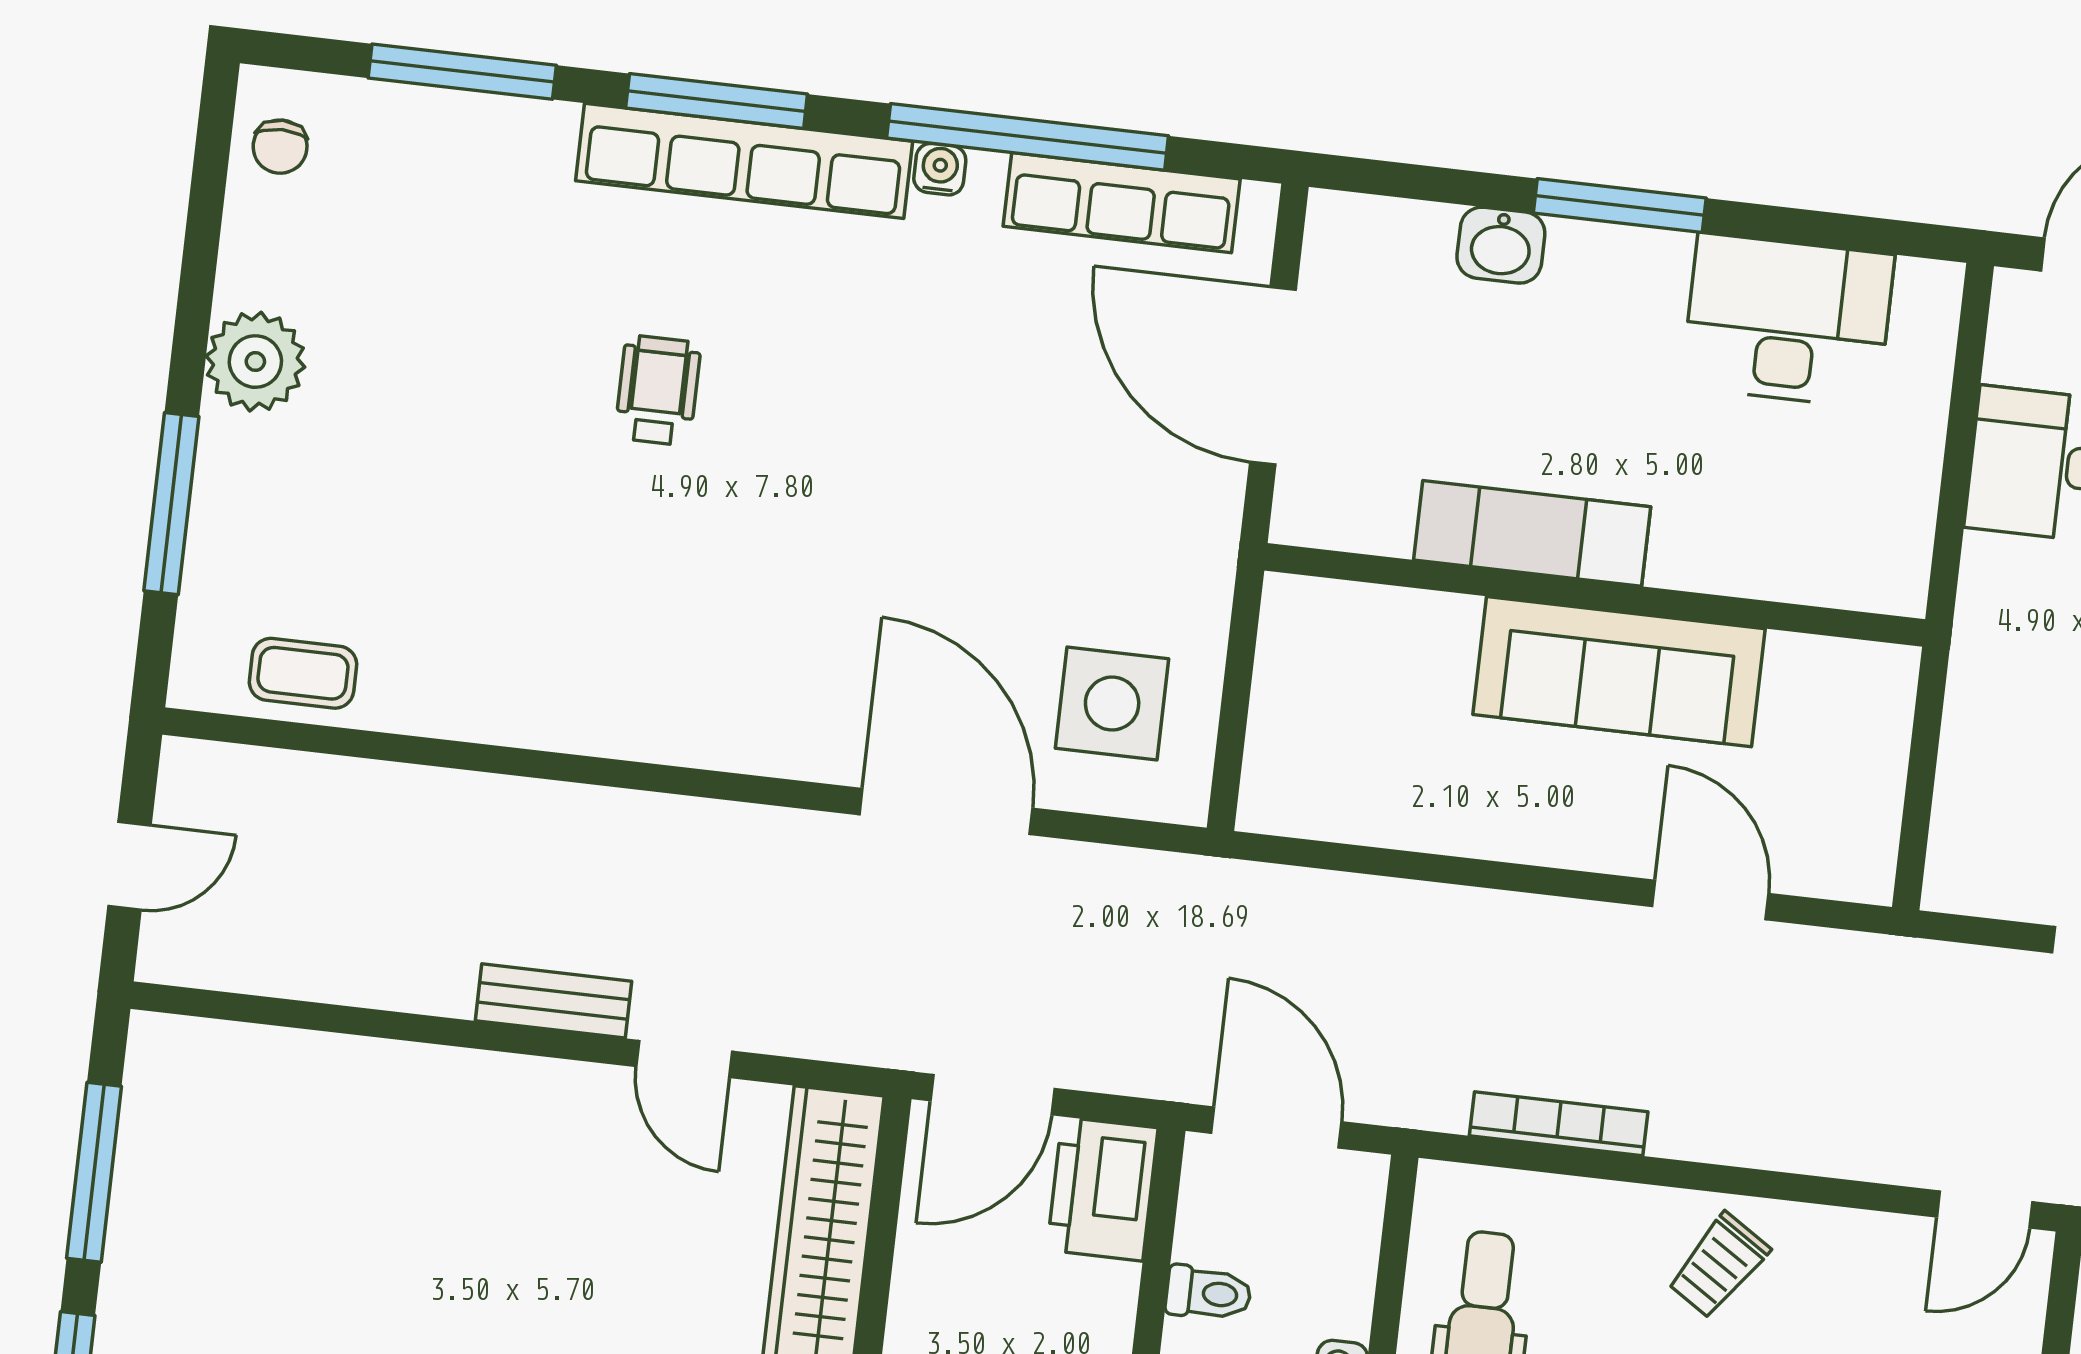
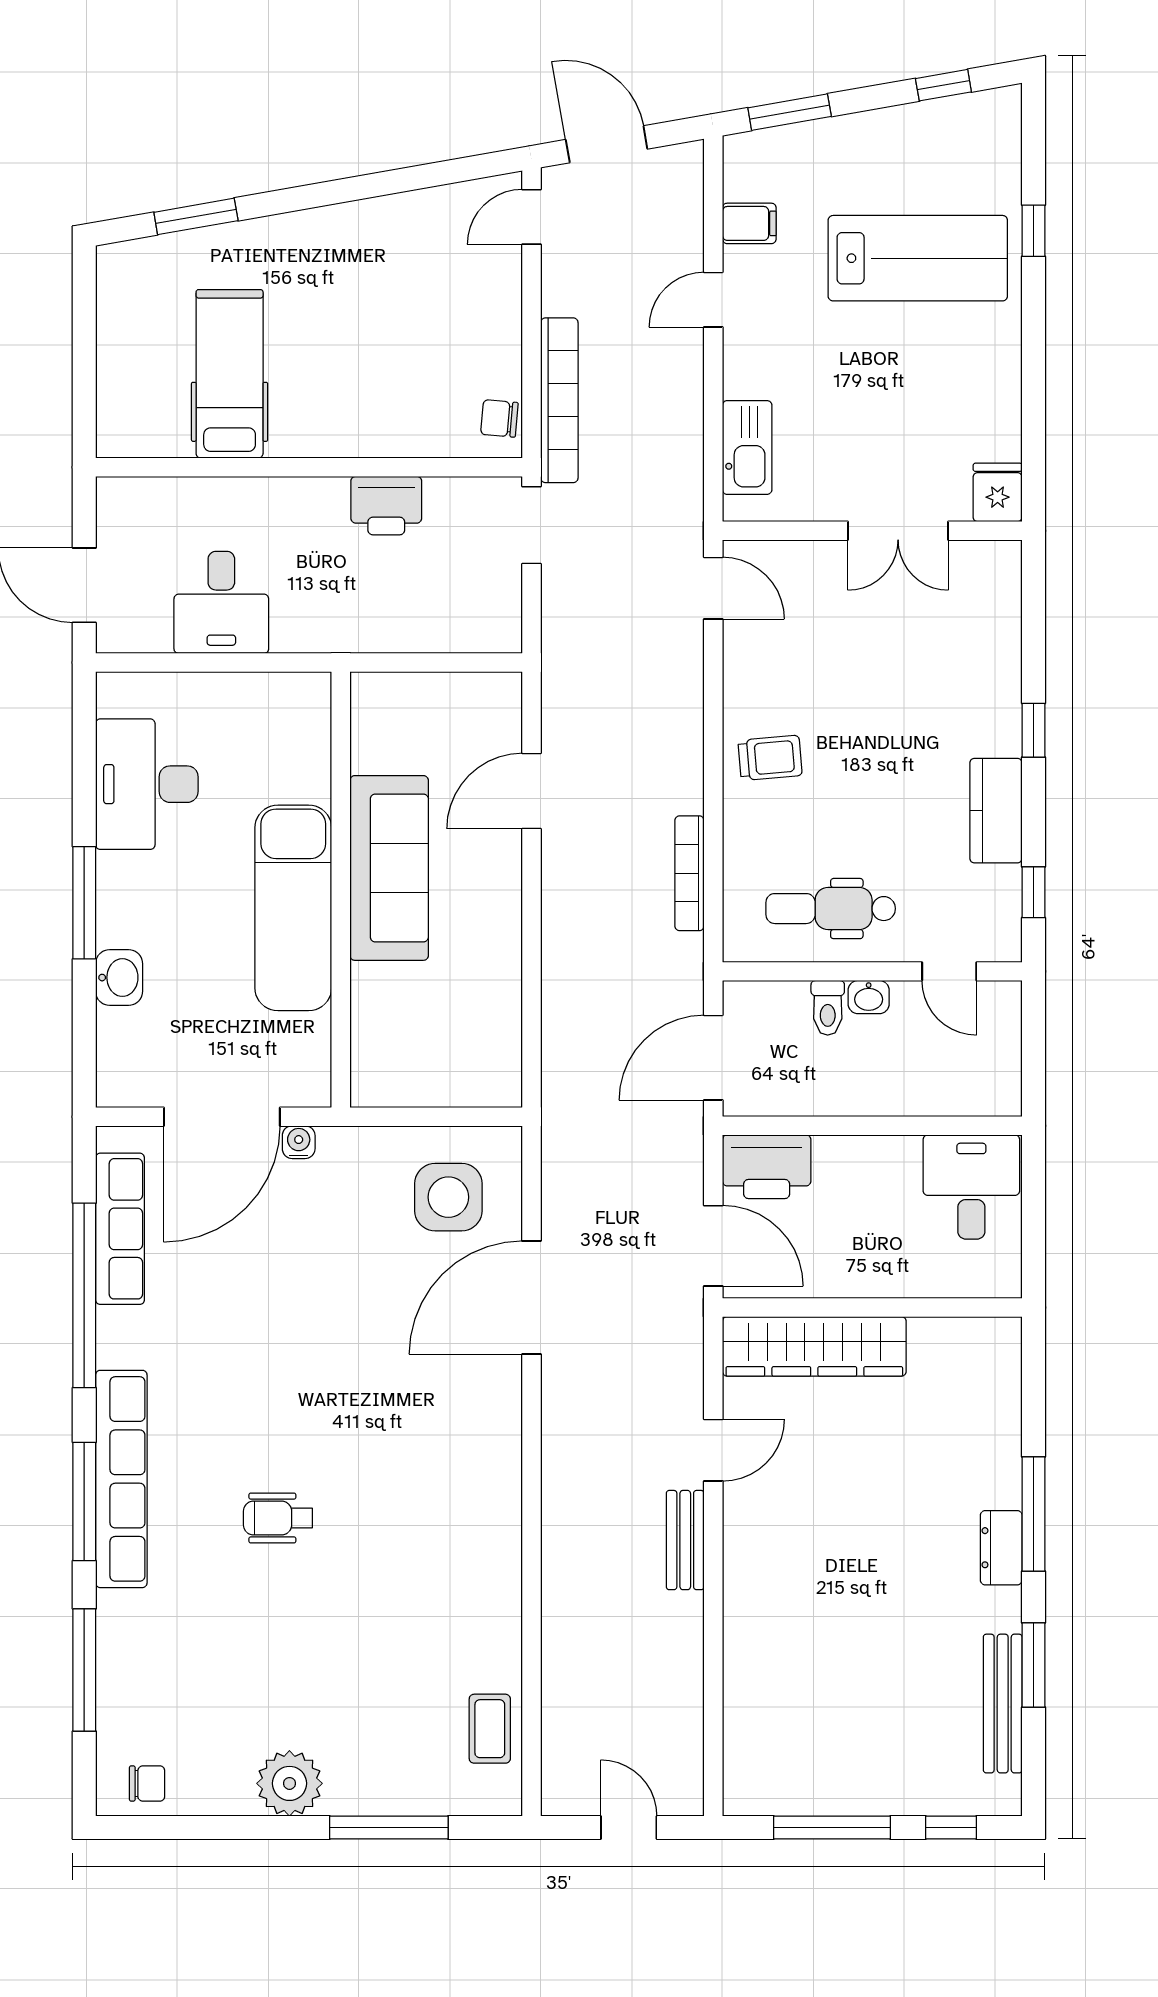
water cooler: (940, 169) -> (299, 1142), moved, turned 90
exam couch: (1532, 533) -> (293, 908), width x1.36, depth x1.45
trolley: (1719, 1266) -> (770, 758), turned -38
toilet: (1208, 1293) -> (828, 1008), moved, turned 180

